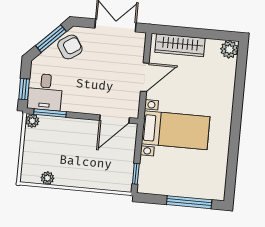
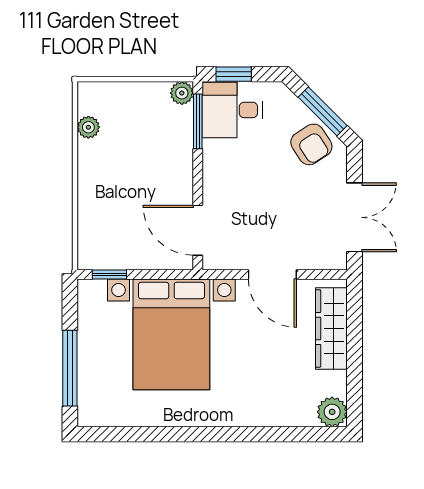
bed with nightstands: (176, 130) -> (171, 334), width x1.36

